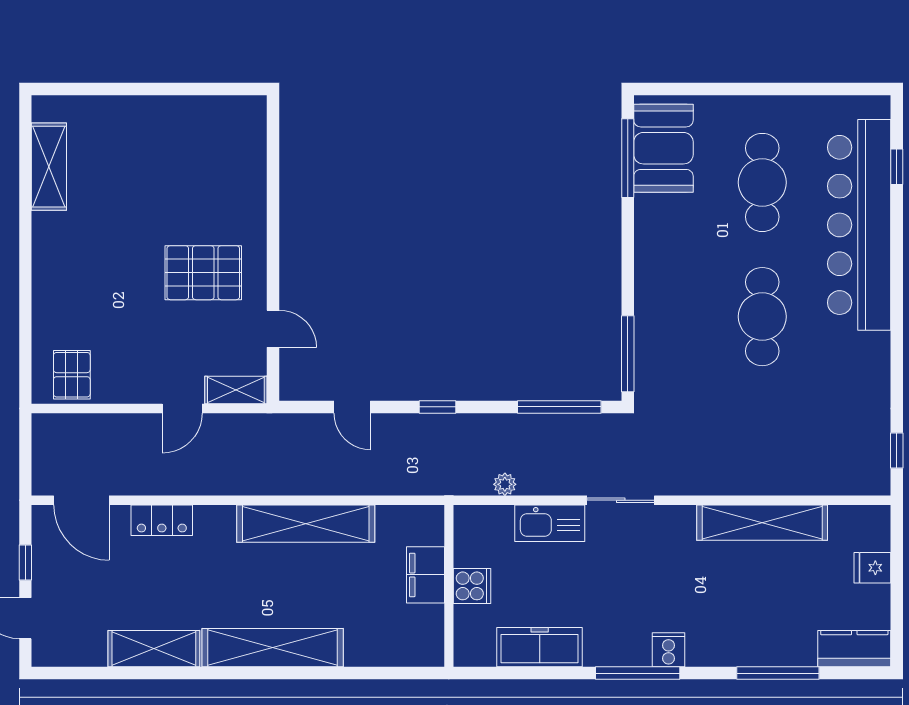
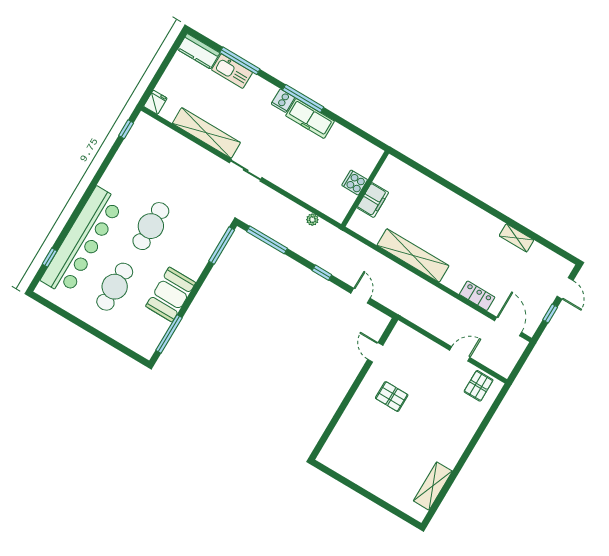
booth: (663, 148) -> (171, 294), moved
pallet: (203, 273) -> (392, 397), width x0.67, depth x0.71
shelving: (236, 390) -> (409, 335), removed
door: (182, 409) -> (460, 354), moved
sliding door: (621, 500) -> (246, 170), moved
kitchen sink: (550, 523) -> (232, 71), moved, turned 180
fridge: (872, 568) -> (155, 102), moved, turned -90
freezer: (540, 647) -> (310, 118), moved
shelving: (273, 648) -> (461, 208), removed
shelving: (154, 649) -> (516, 238), width x0.67, depth x0.75

